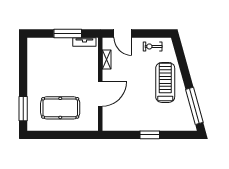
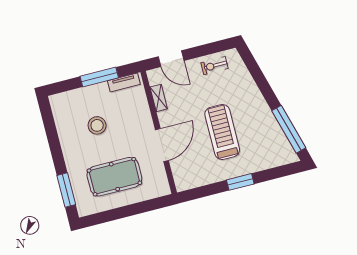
stool: (57, 68) -> (97, 125), added
treadmill: (165, 82) -> (222, 132), moved

